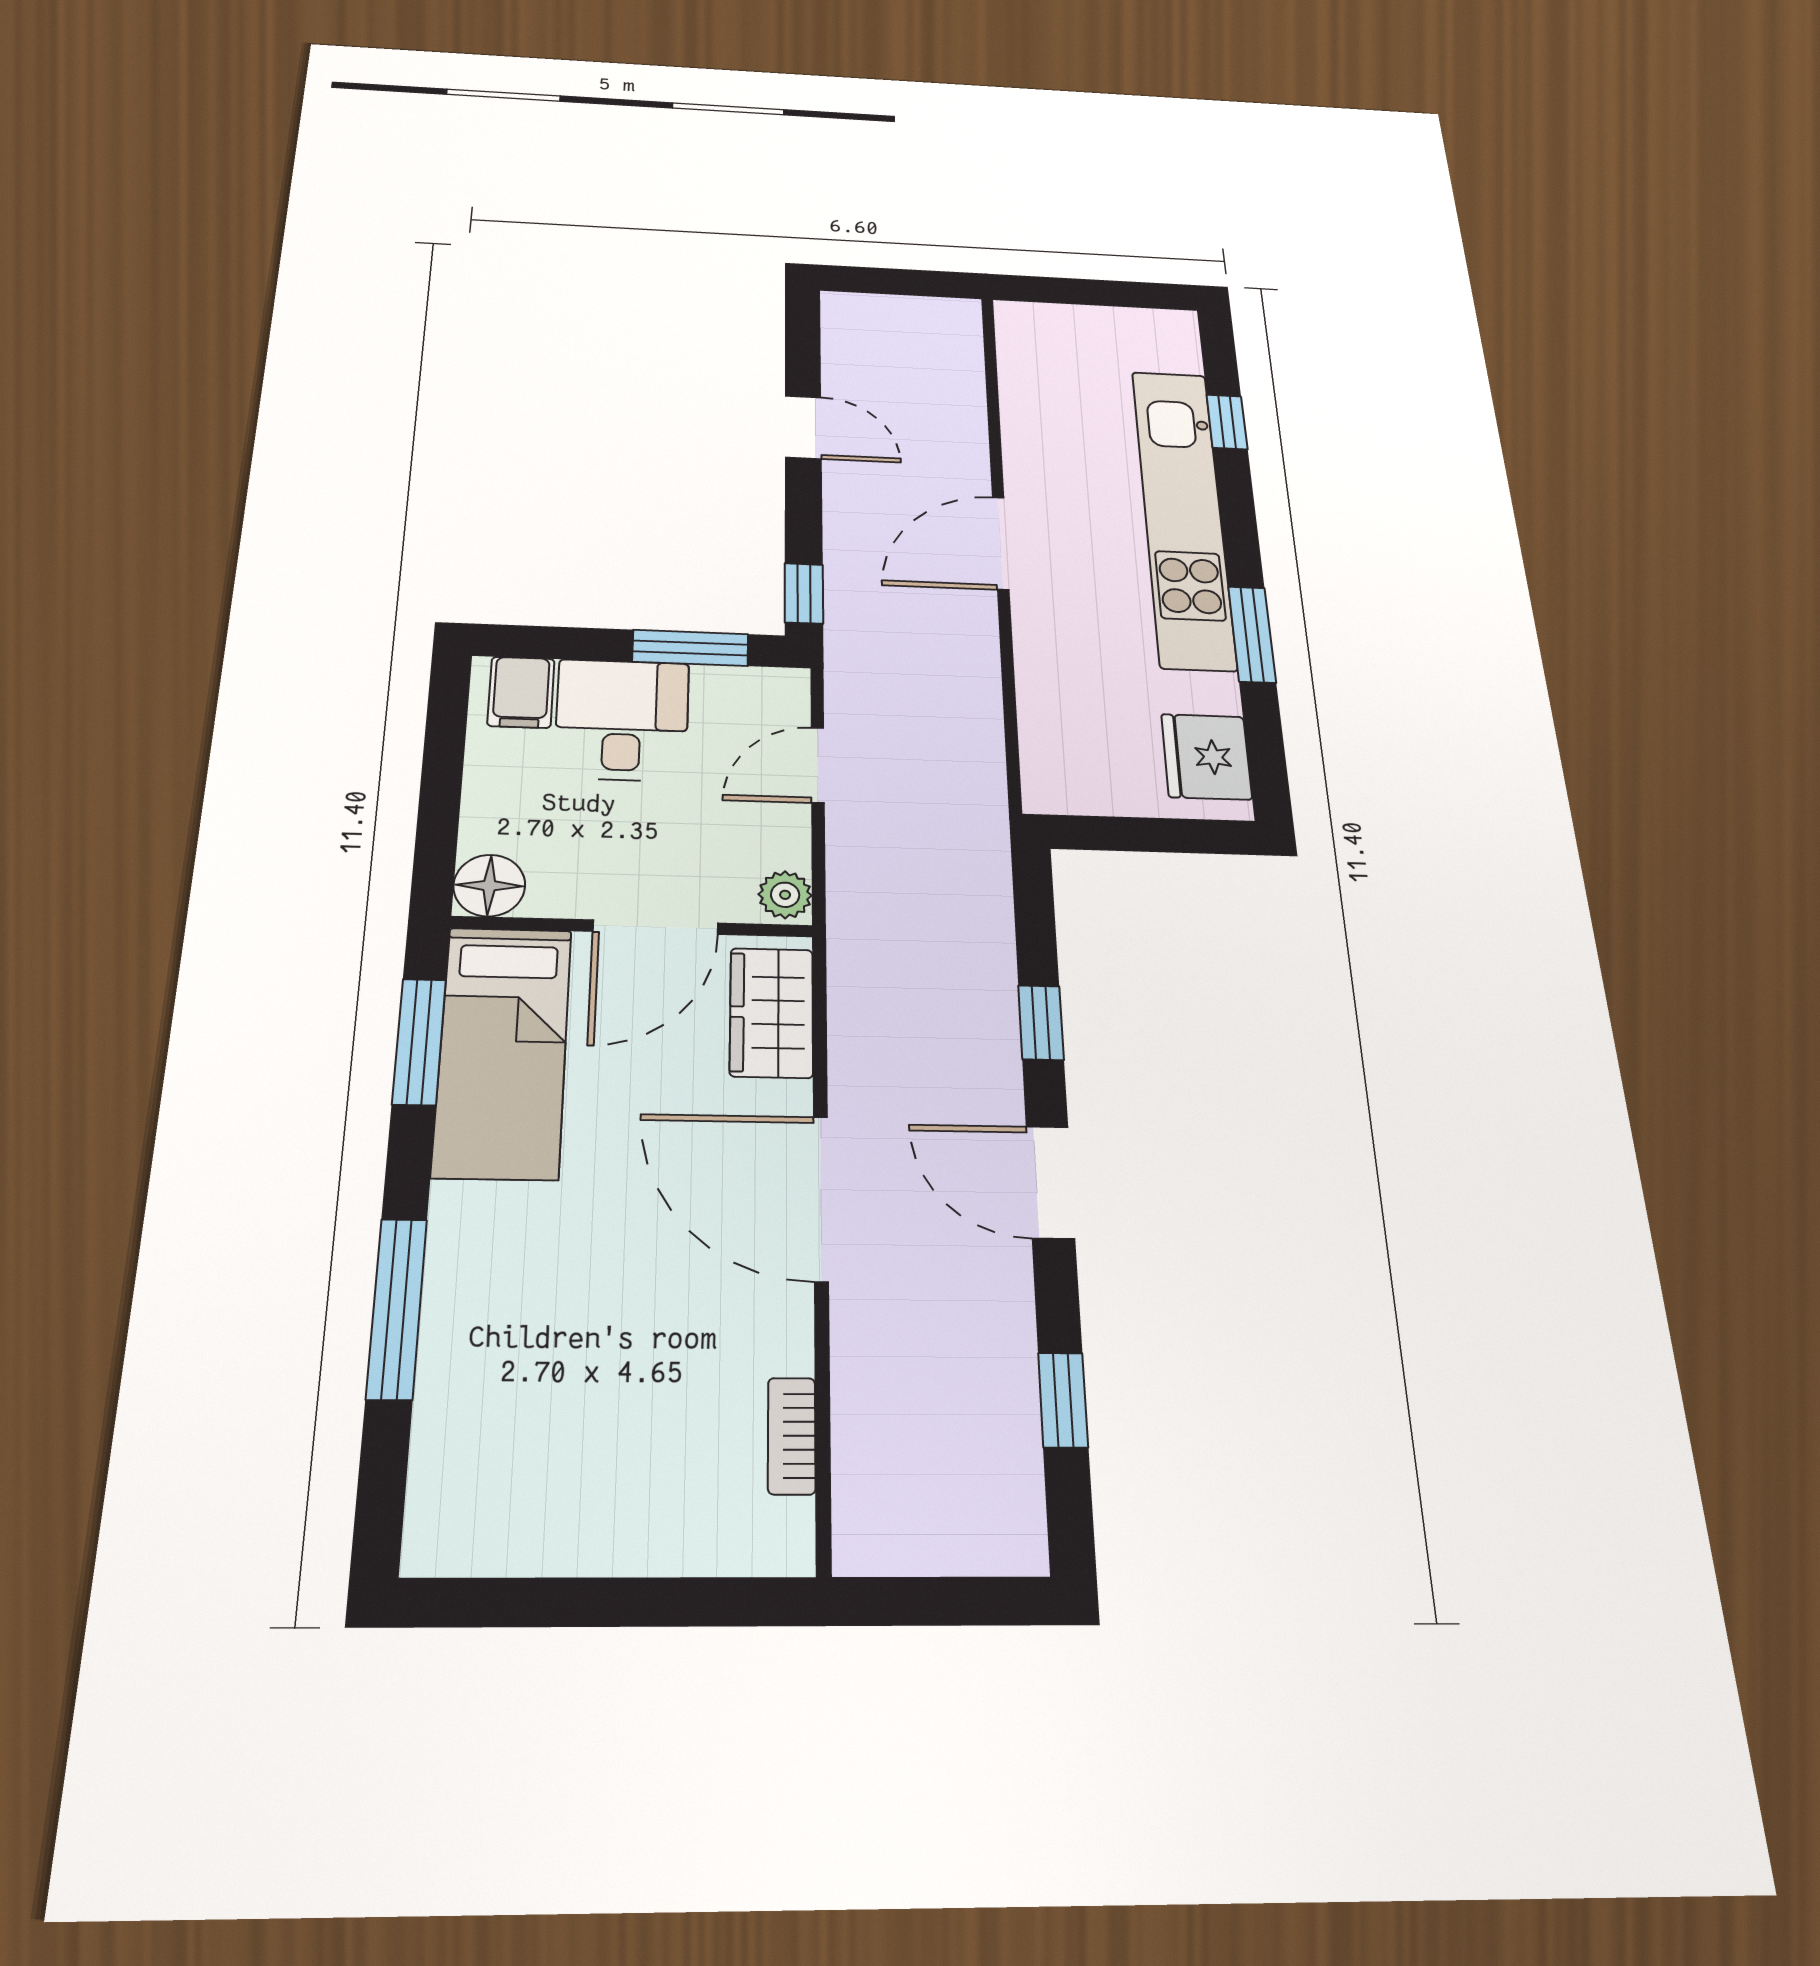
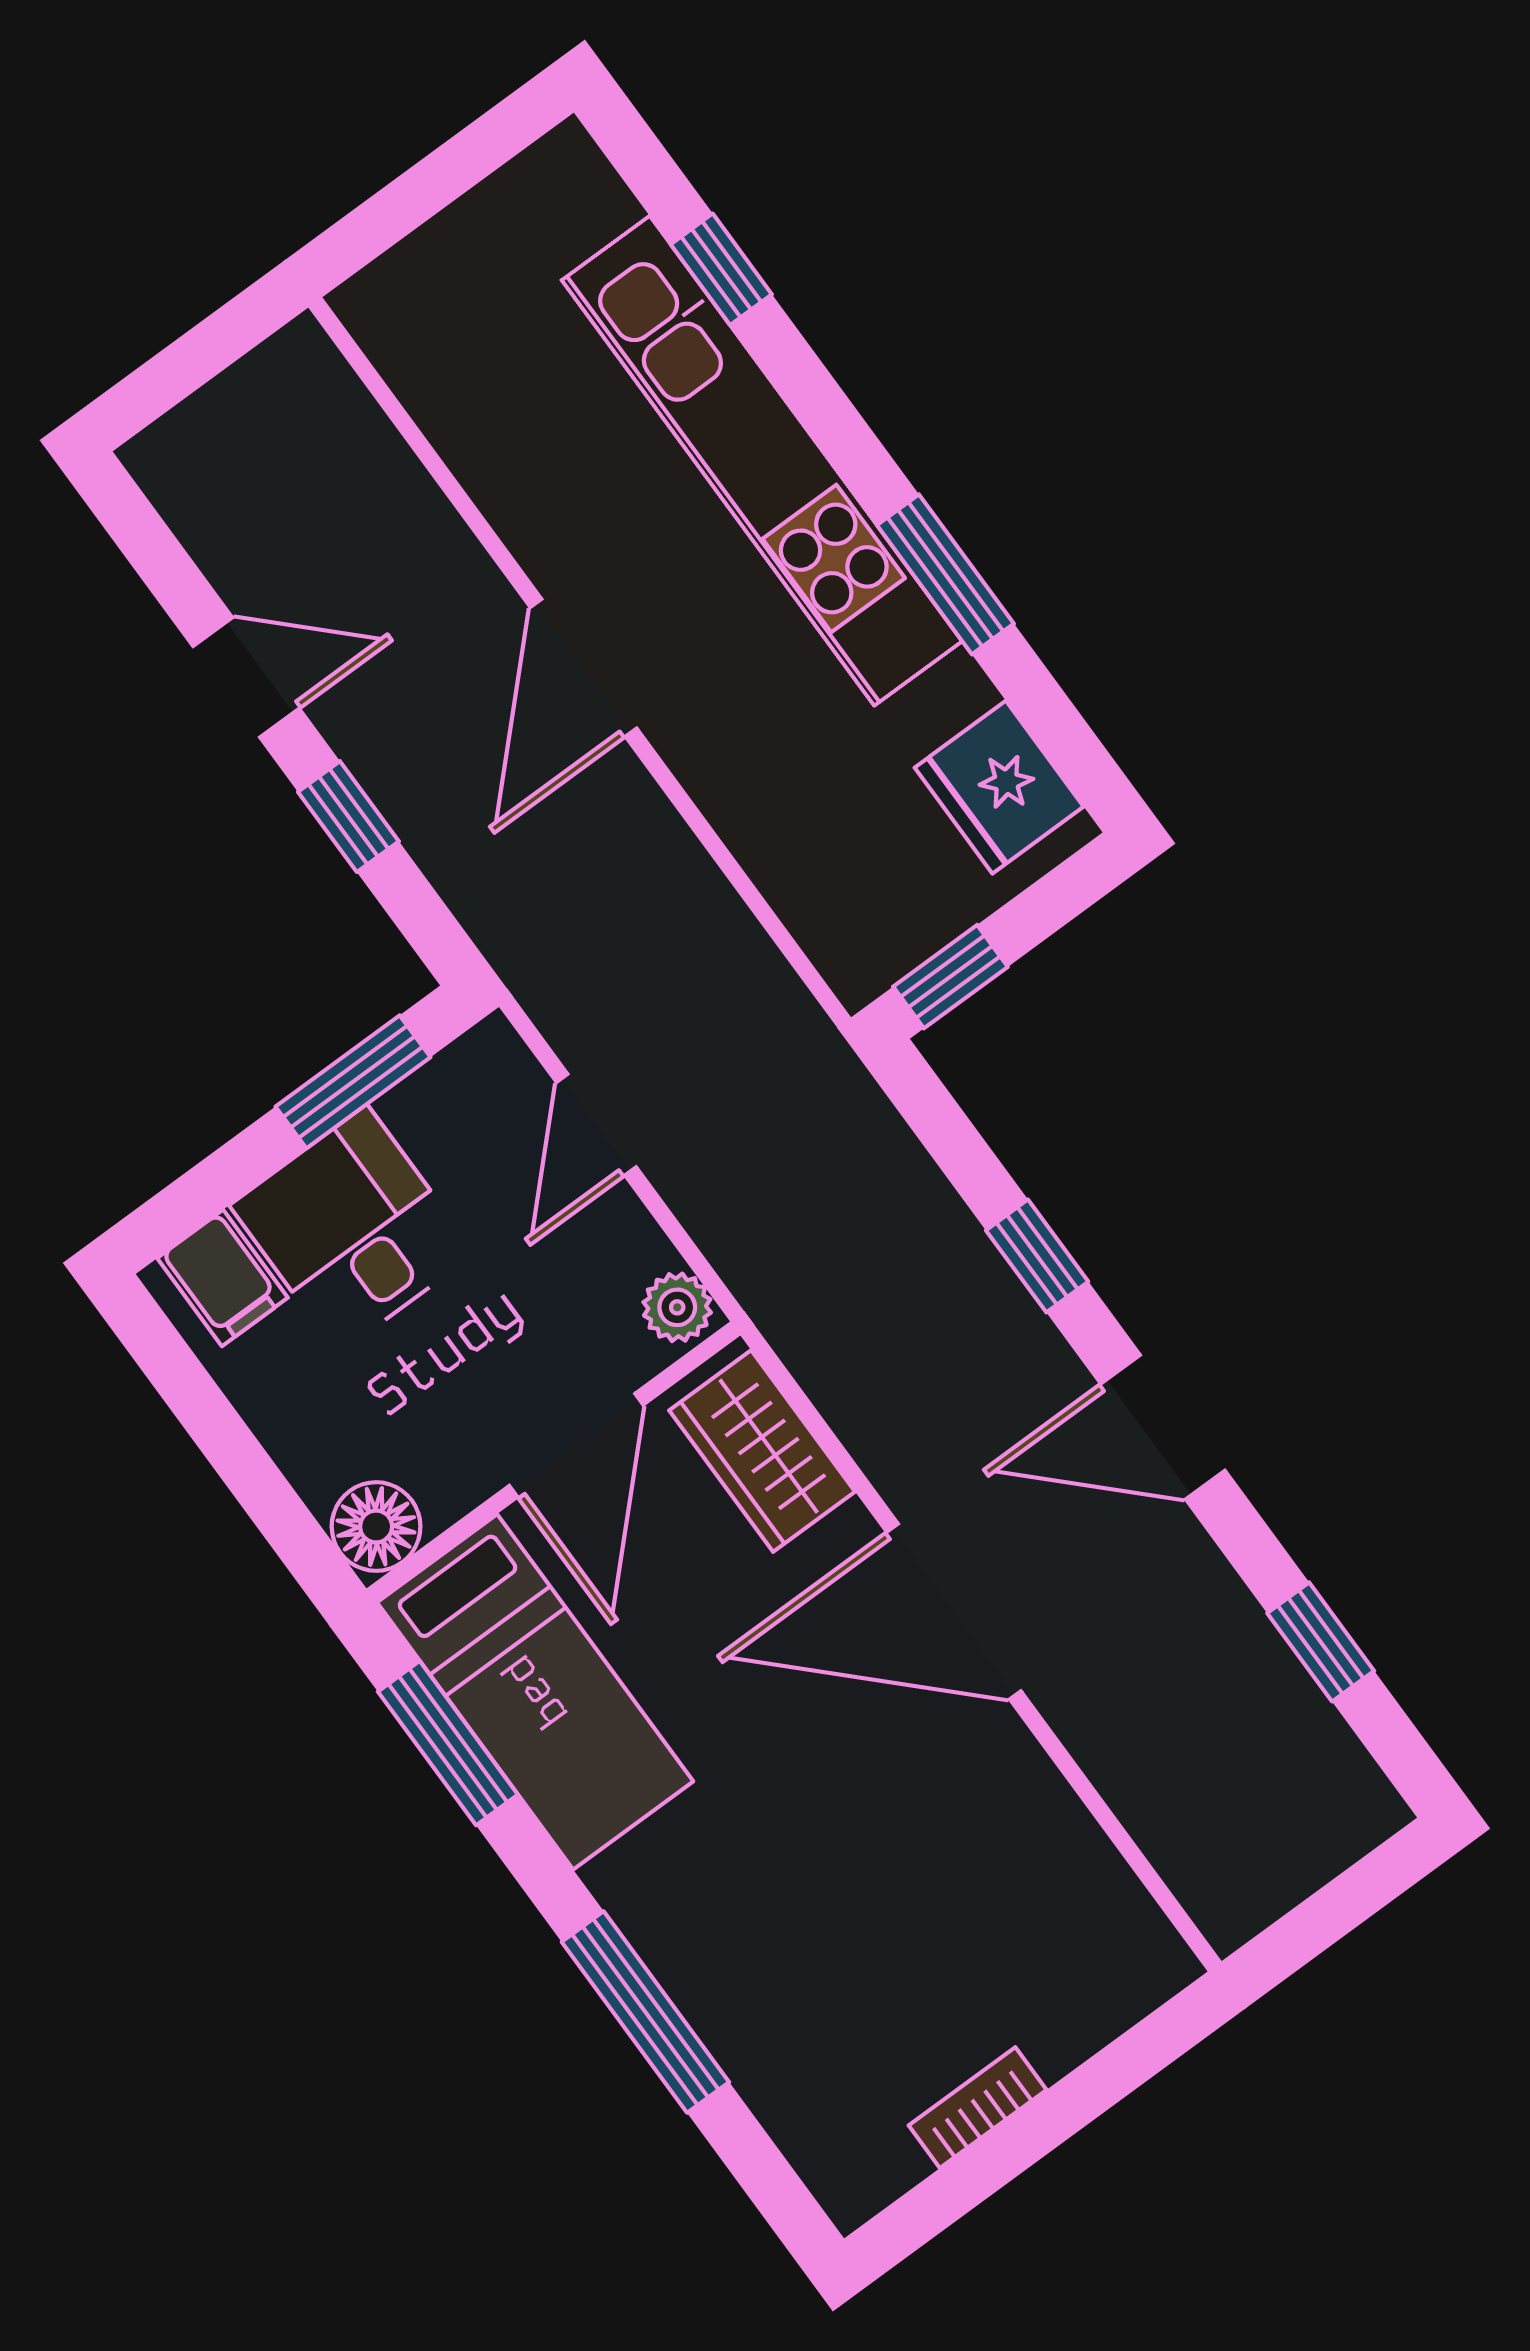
window: (804, 593) -> (348, 817), moved
window: (1102, 833) -> (950, 977), added
bookcase: (792, 1436) -> (978, 2108), moved, turned 90

